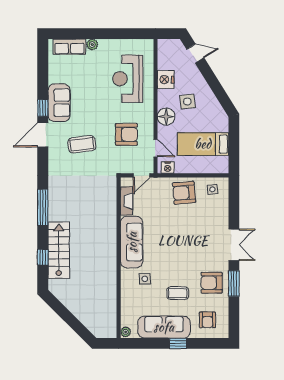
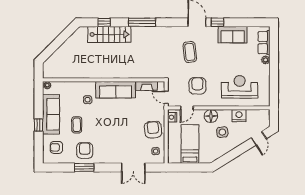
sofa: (59, 103) -> (233, 35), moved
armchair: (126, 134) -> (197, 86), turned 180
double door: (234, 245) -> (133, 168), moved

